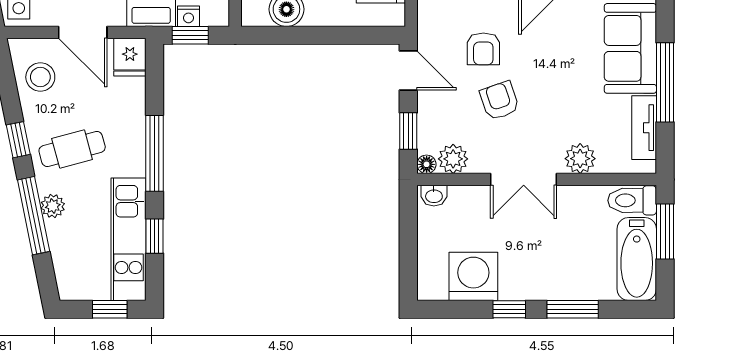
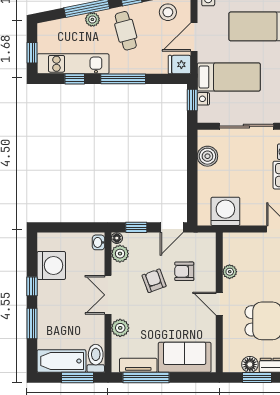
window: (665, 82) -> (146, 378), moved
armchair: (499, 101) -> (154, 281), turned -91

